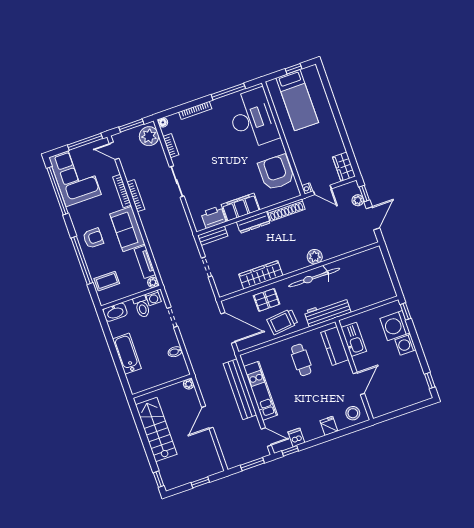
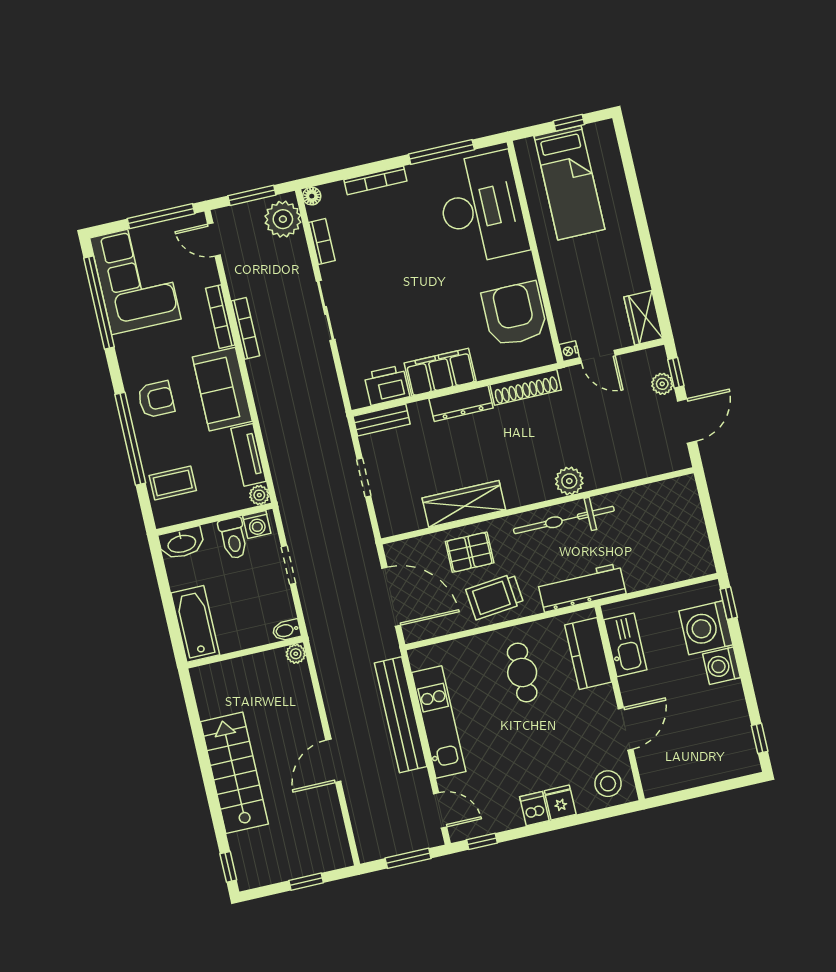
plant: (189, 384) -> (296, 654), moved
wall: (162, 386) -> (245, 652), moved
dishwasher: (296, 437) -> (534, 809), moved

